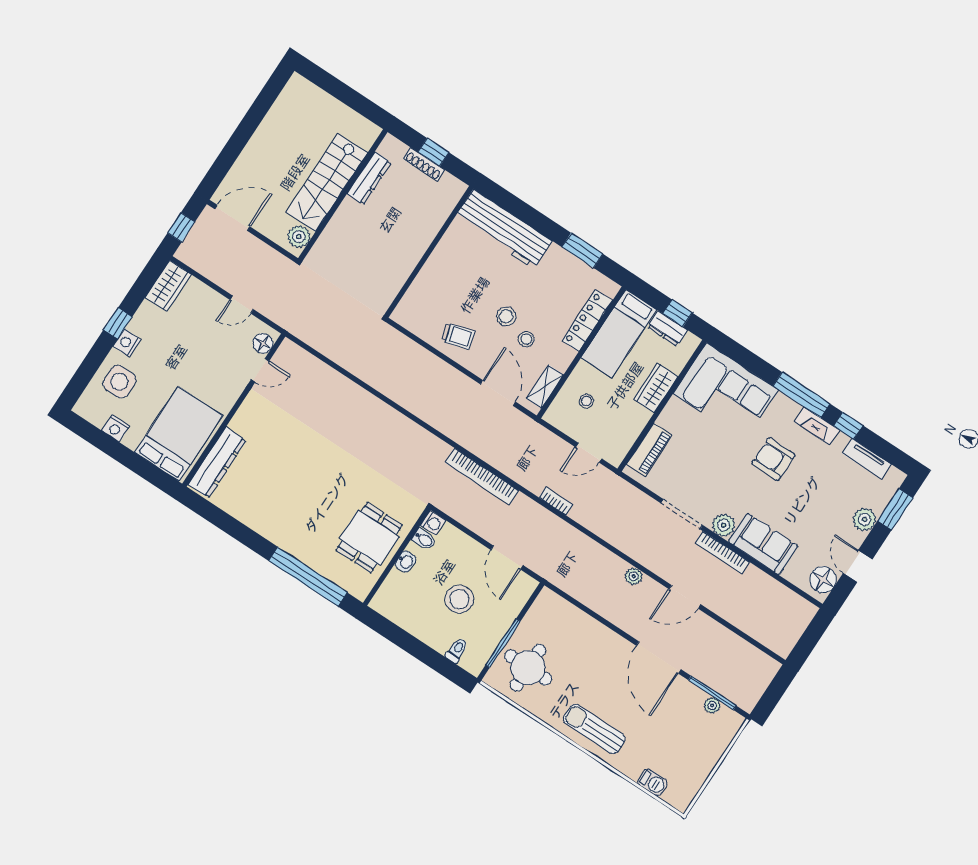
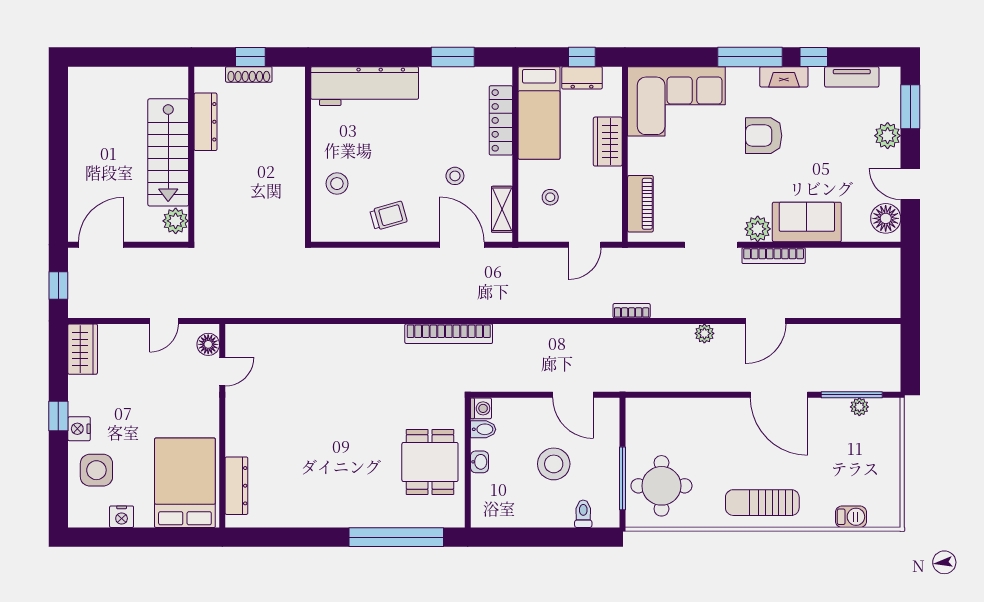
stool: (506, 316) -> (337, 184), moved
dresser: (217, 462) -> (236, 486), width x0.73, depth x0.80
bookcase: (482, 476) -> (449, 334), moved
bookcase: (556, 501) -> (632, 311), moved

